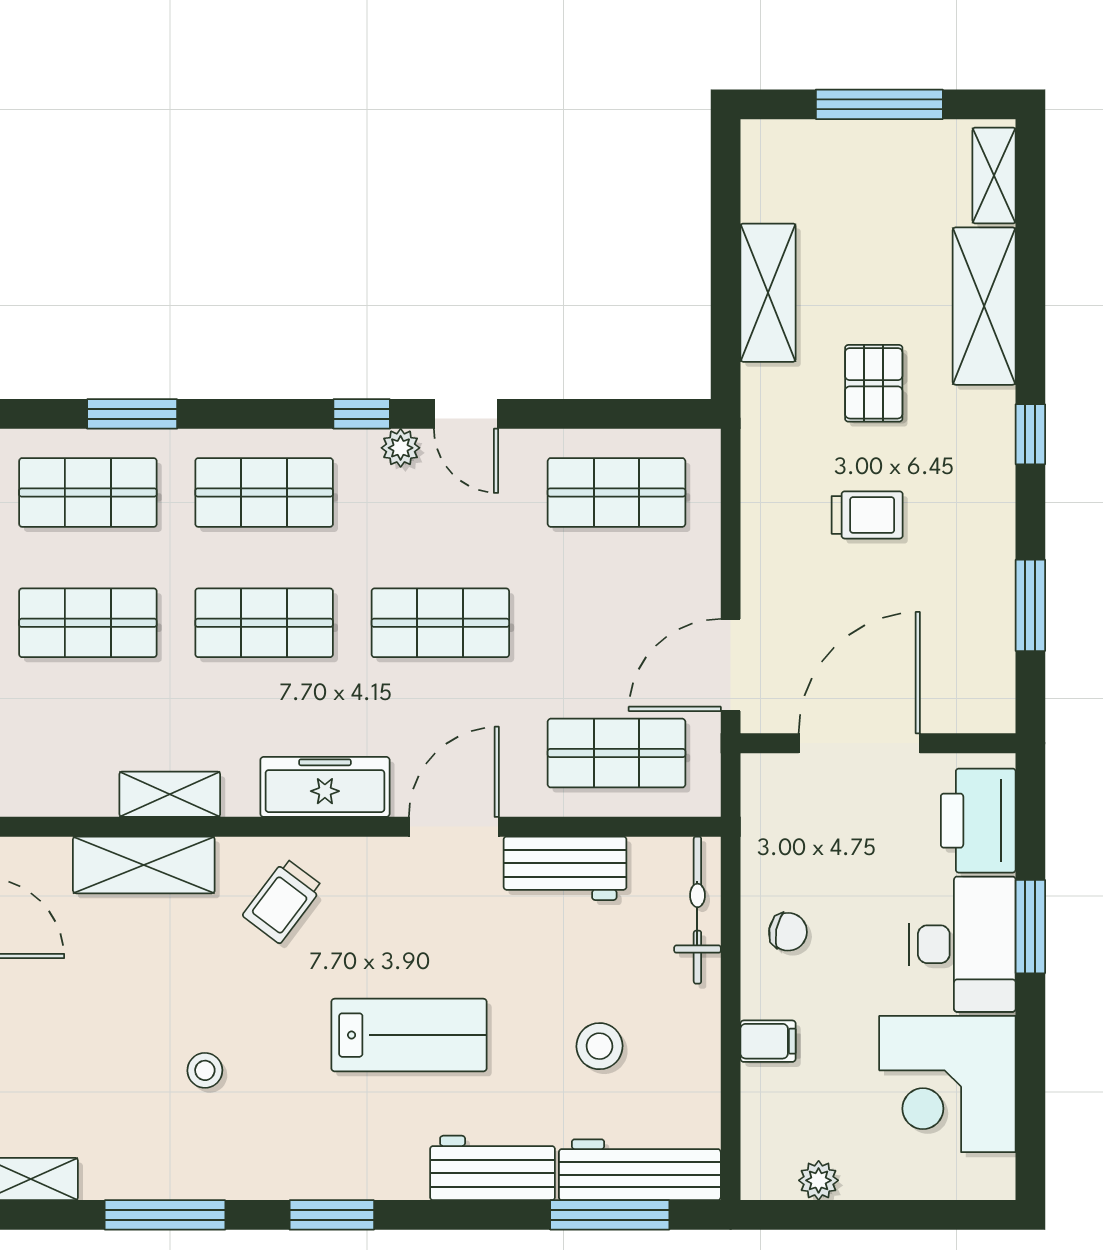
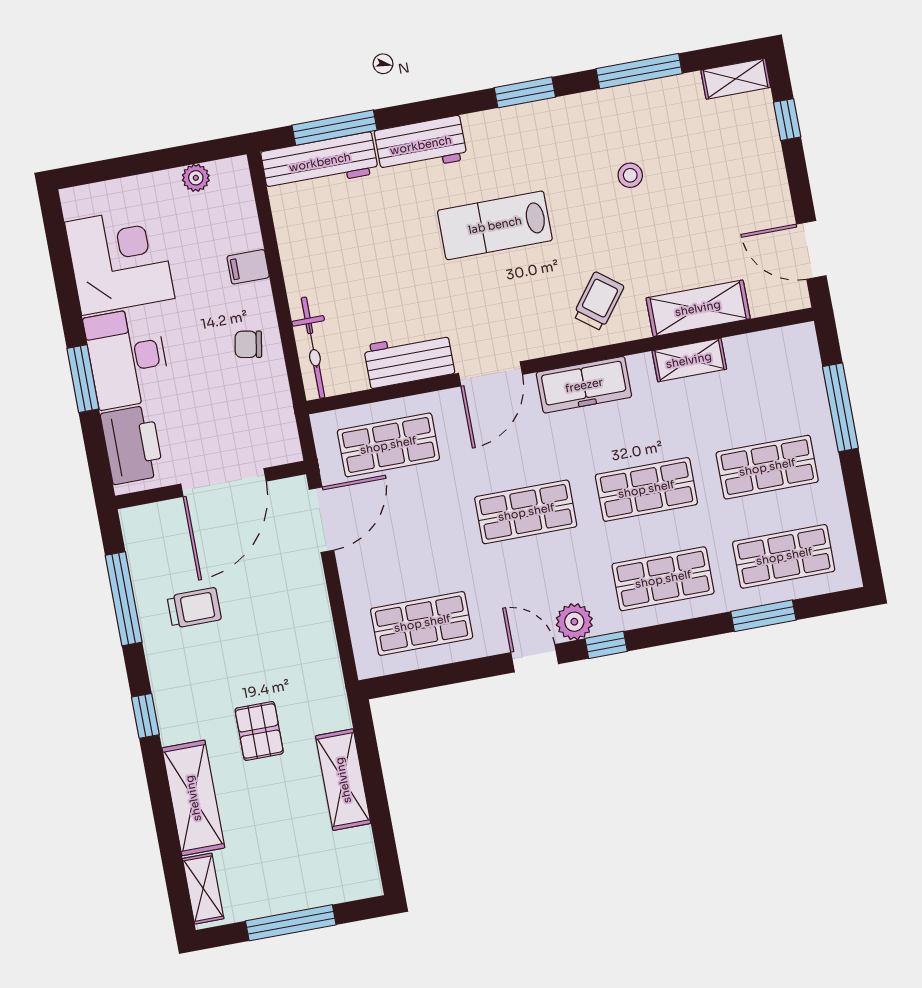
plant: (401, 448) -> (574, 622), width x1.38, depth x1.38
trolley: (867, 515) -> (194, 608), moved, turned 180
window: (1030, 605) -> (124, 599), width x1.44
stool: (599, 1046) -> (363, 242), removed

